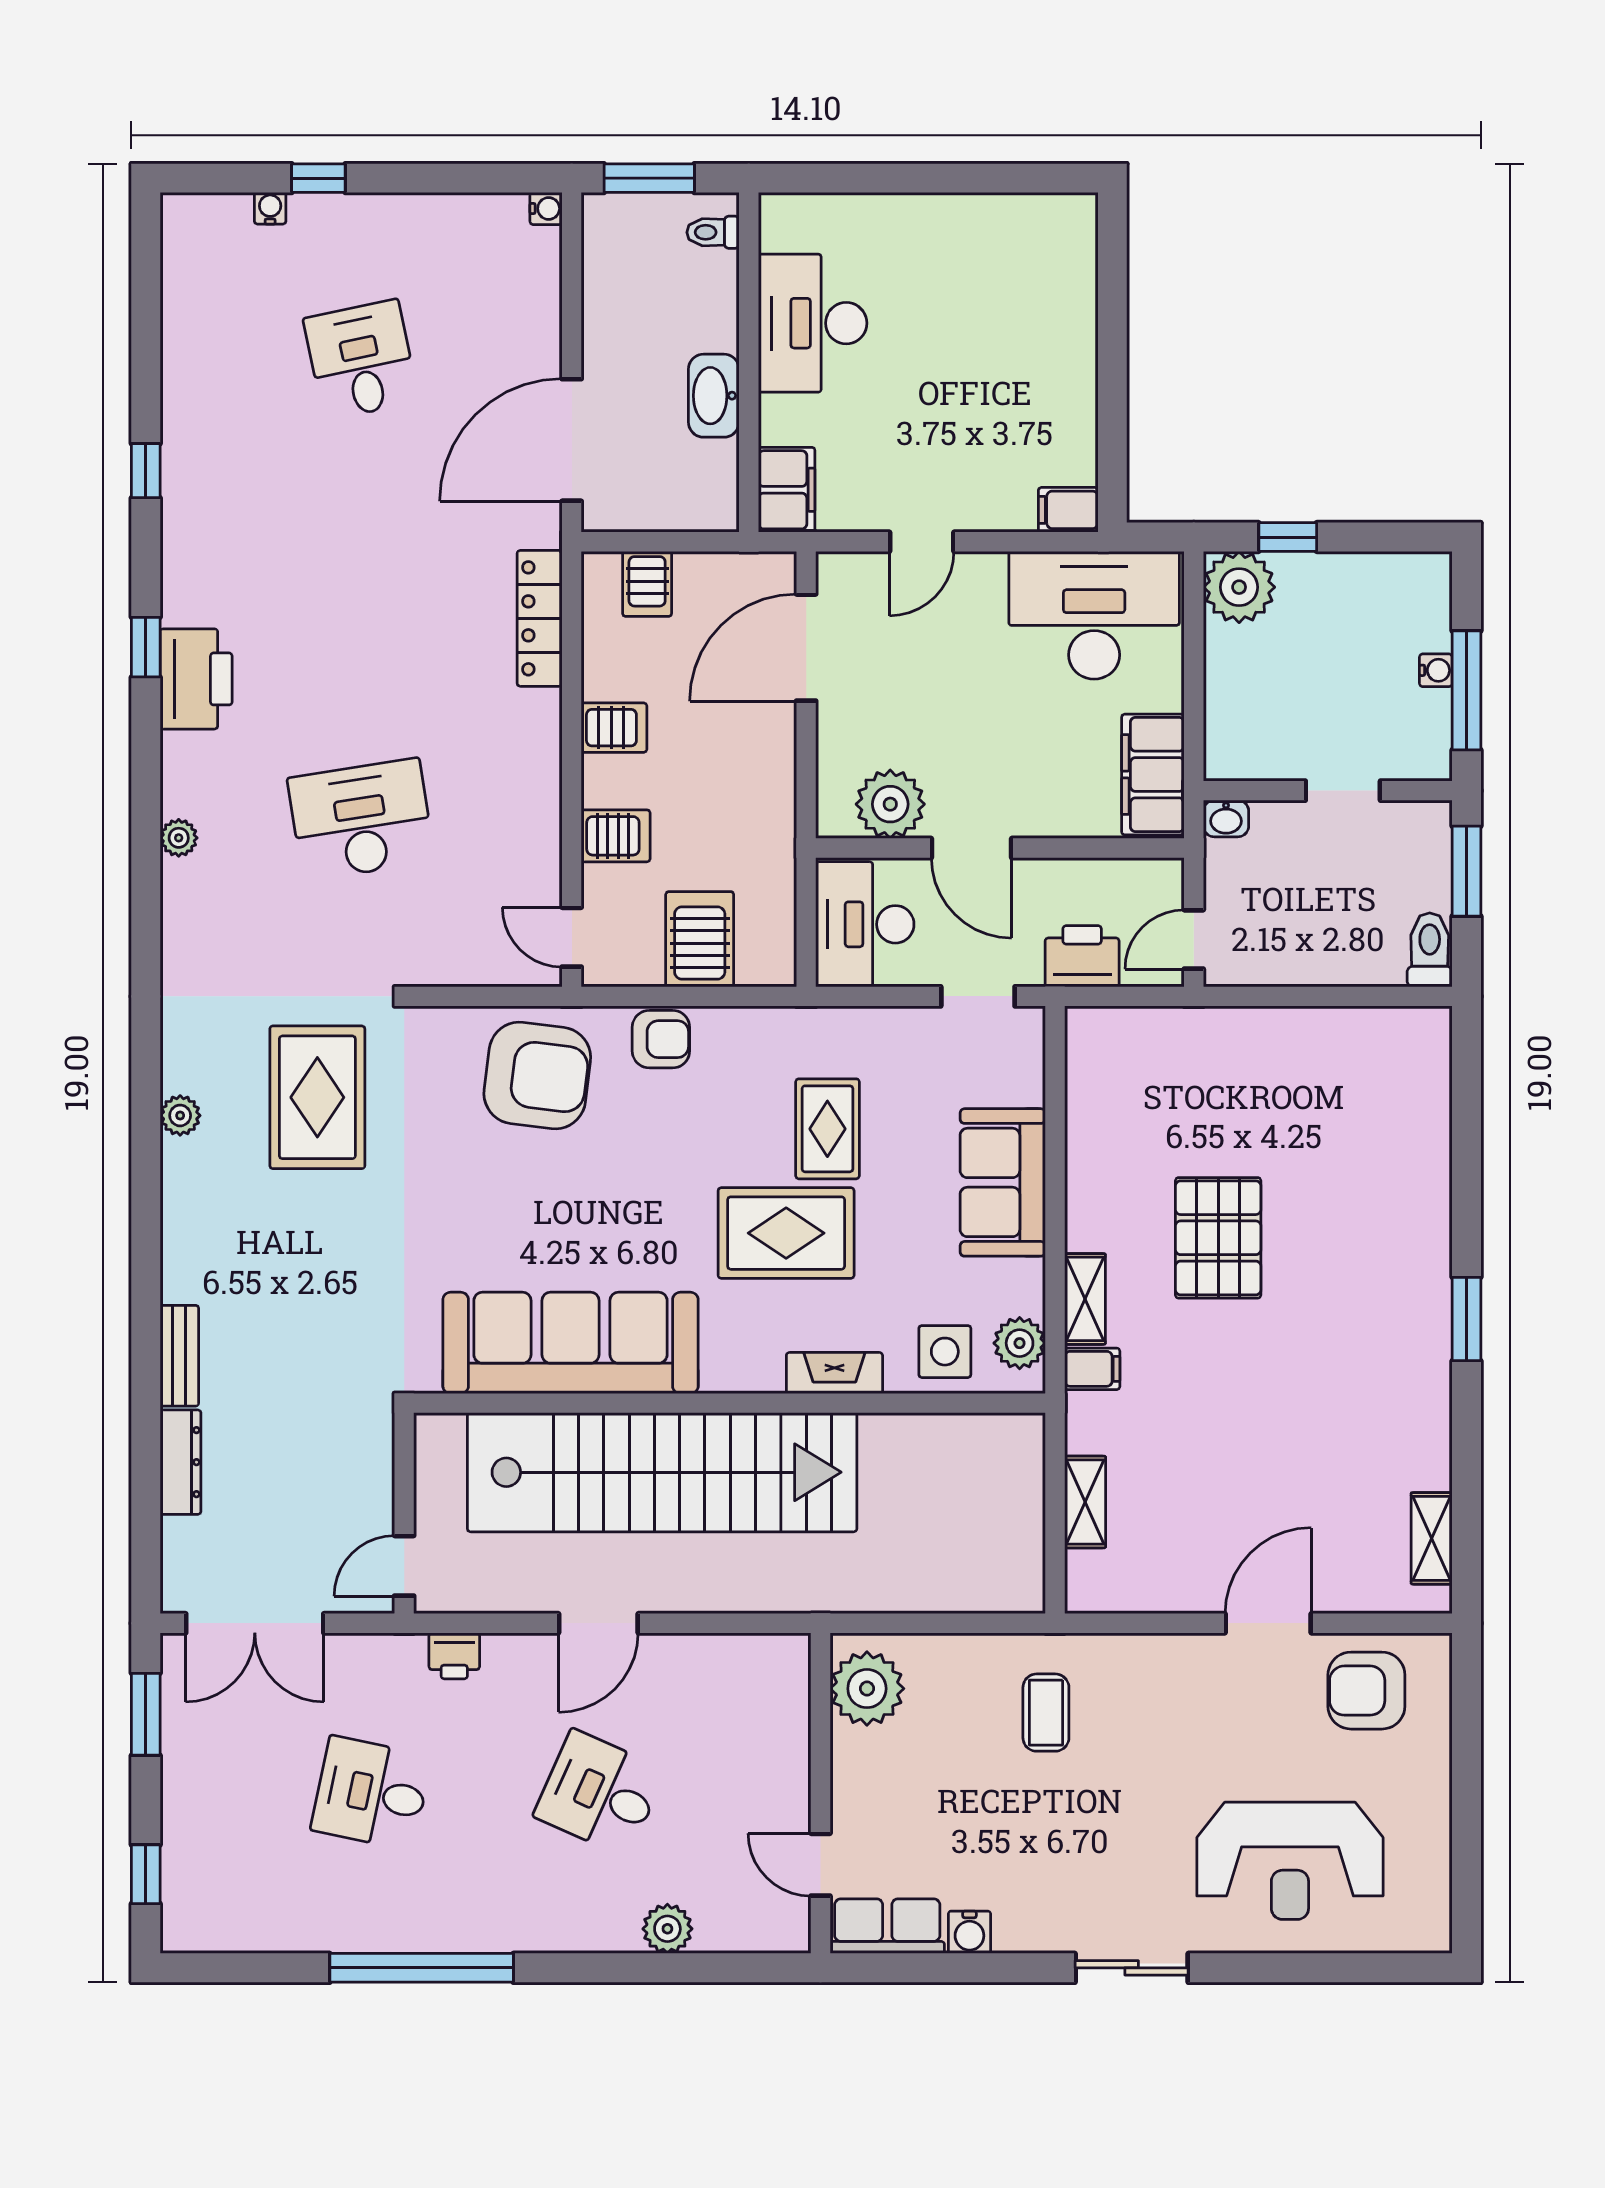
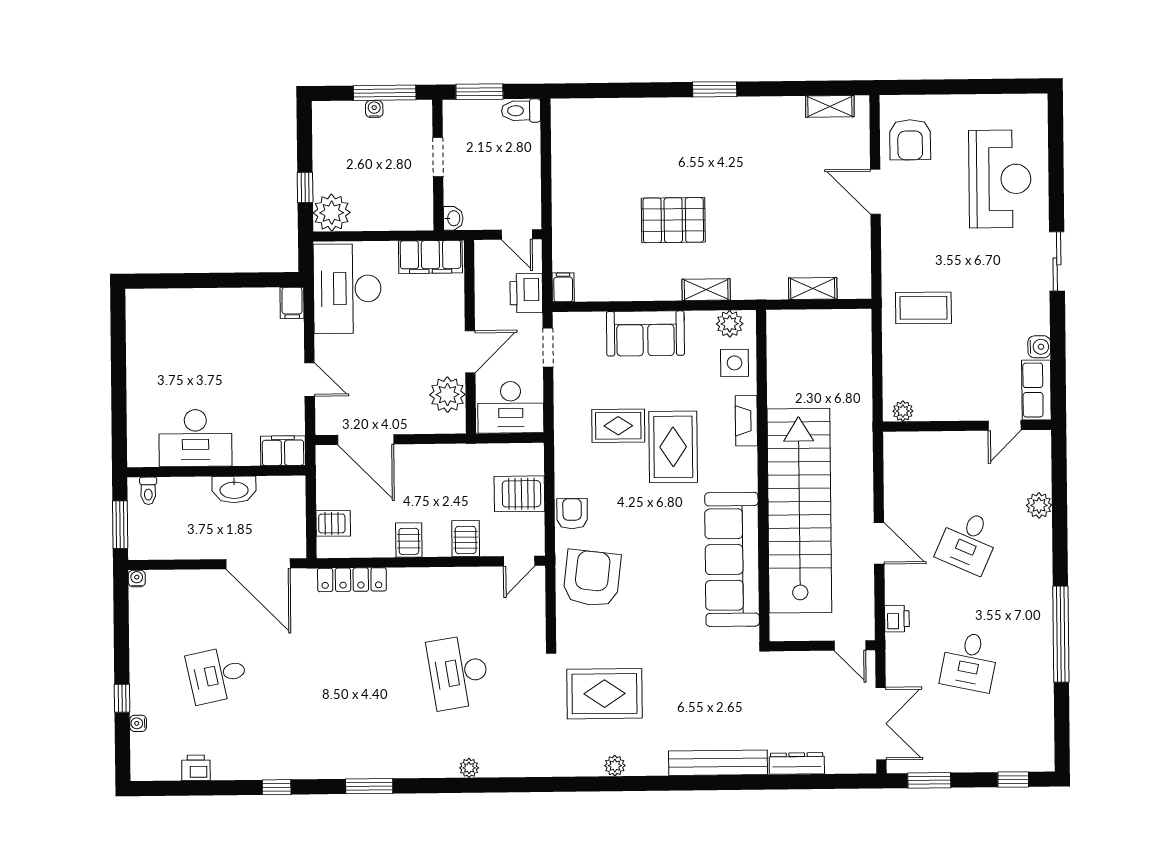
window: (146, 647) -> (369, 786), width x1.50
printer: (196, 679) -> (196, 768), moved, width x0.53, depth x0.68
bench: (179, 1356) -> (718, 763), width x1.86, depth x1.21
filing cabinet: (1092, 1369) -> (563, 287), moved
plant: (867, 1689) -> (903, 411), width x0.53, depth x0.53
coffee table: (1046, 1713) -> (923, 308), width x1.36, depth x1.30

